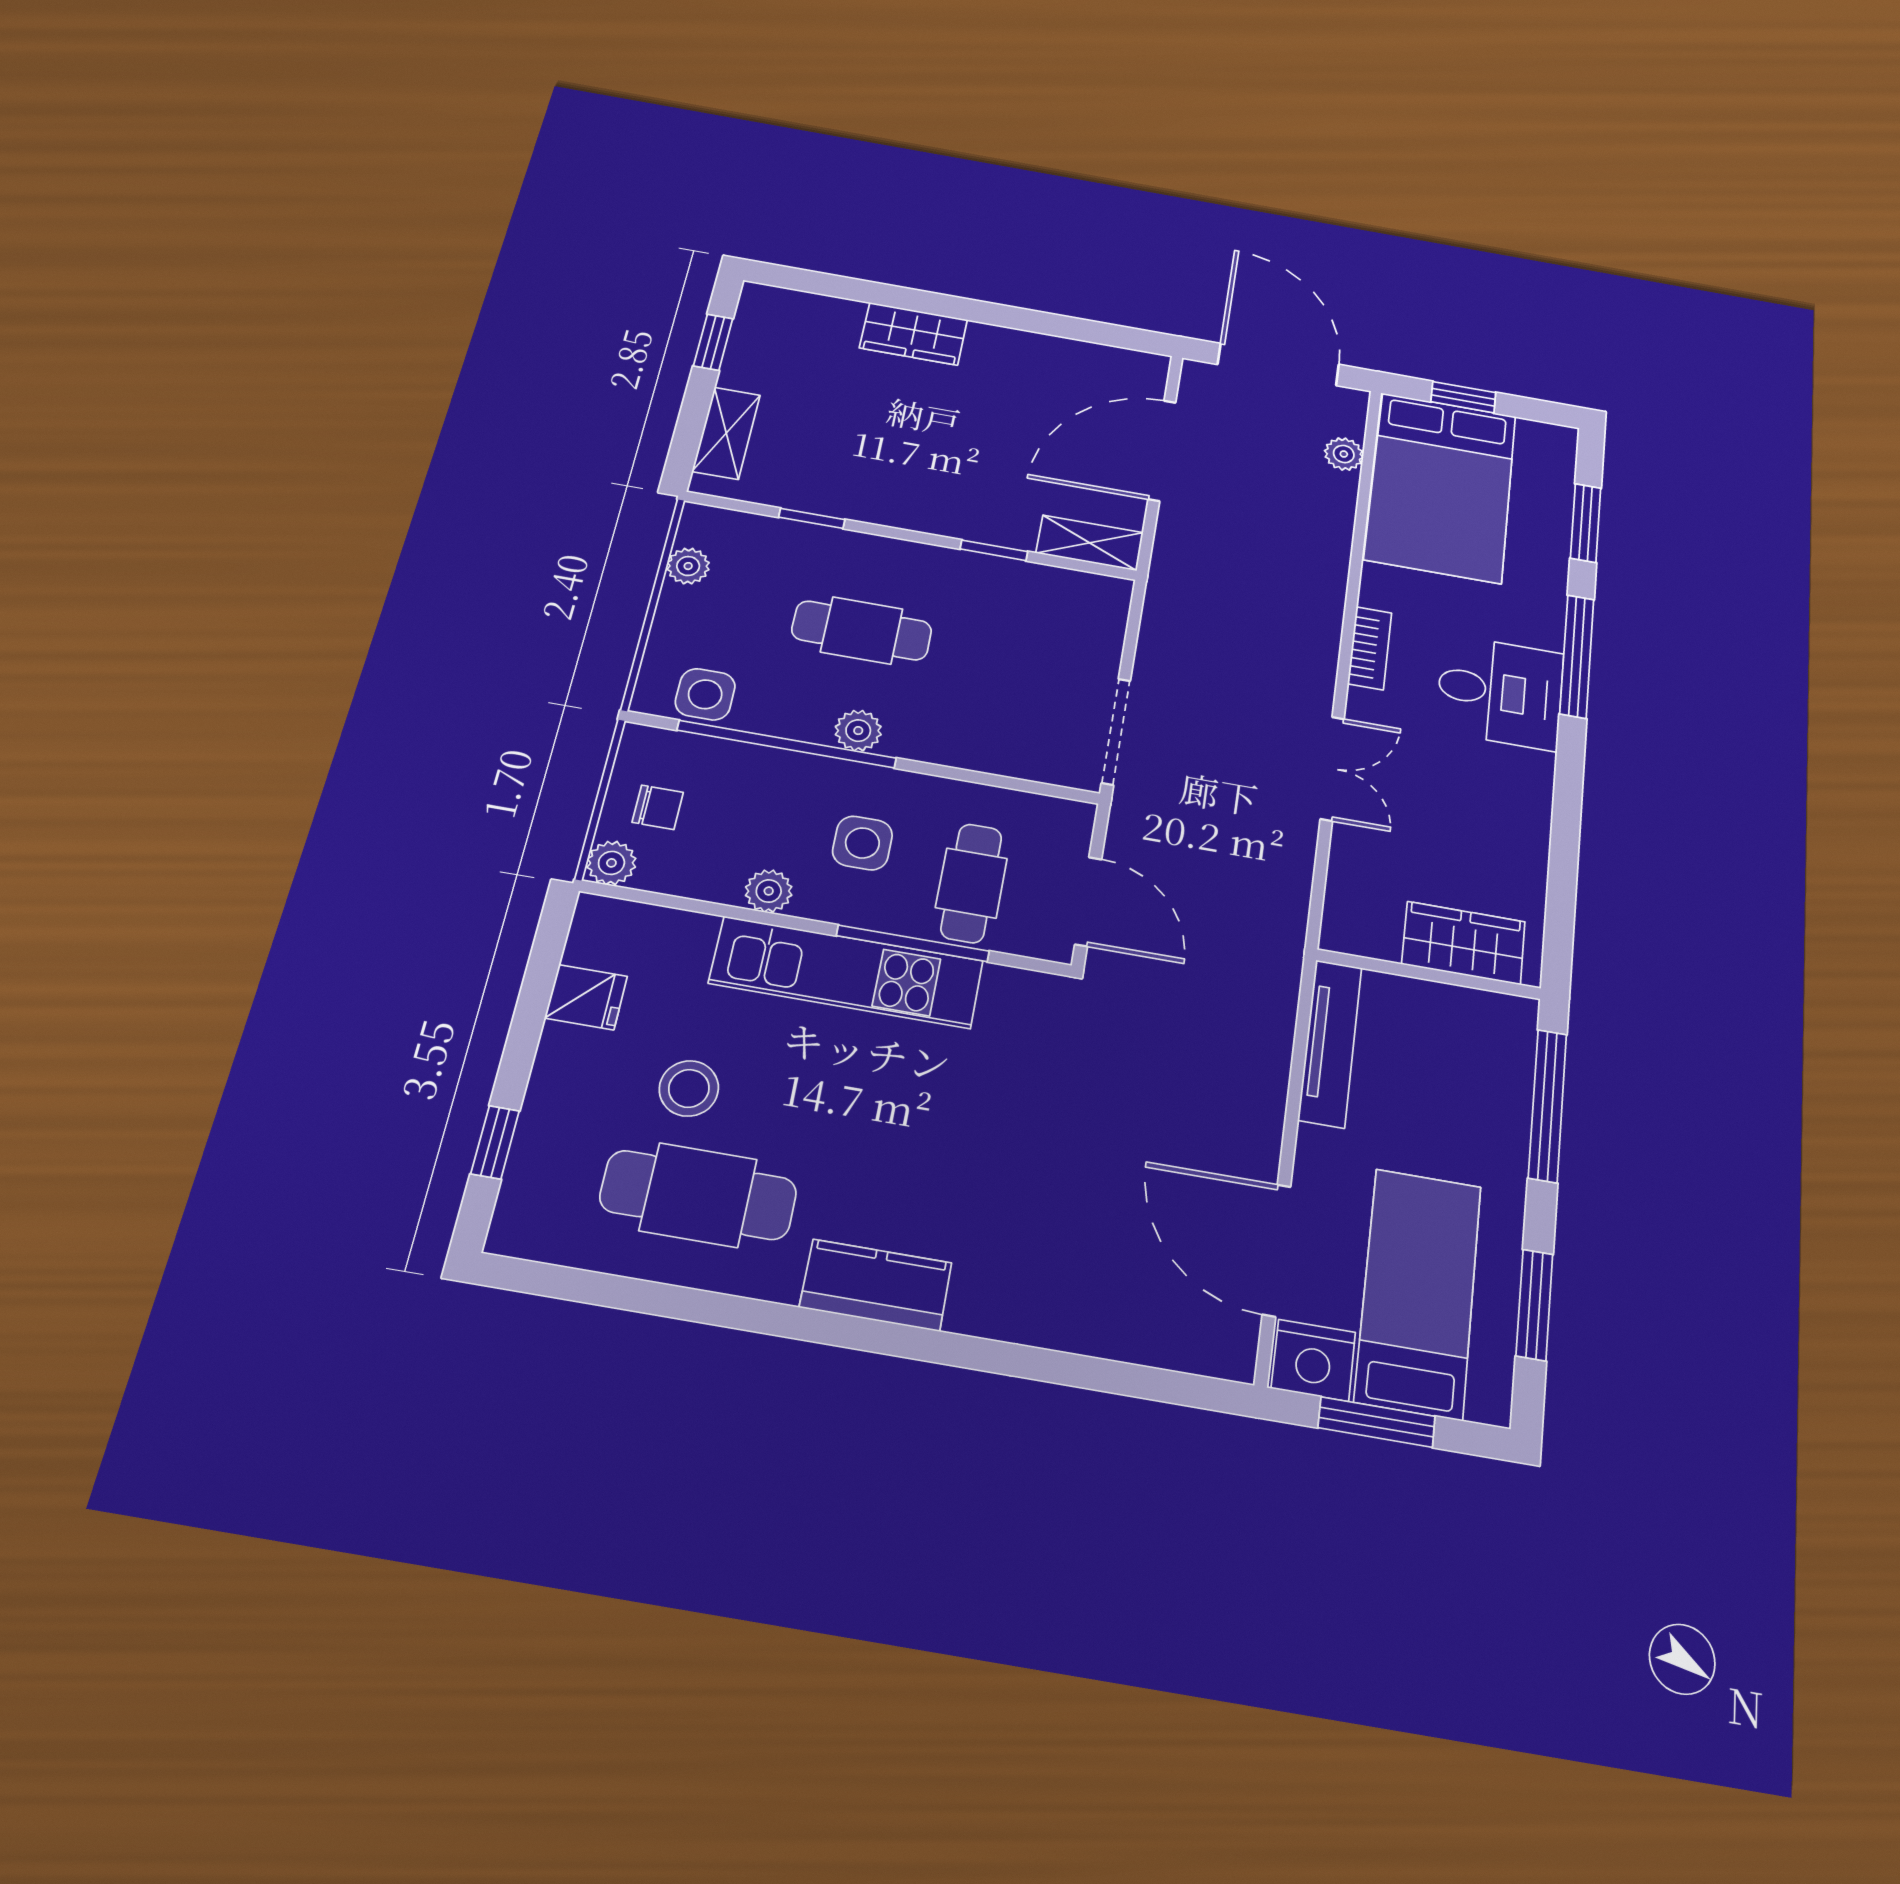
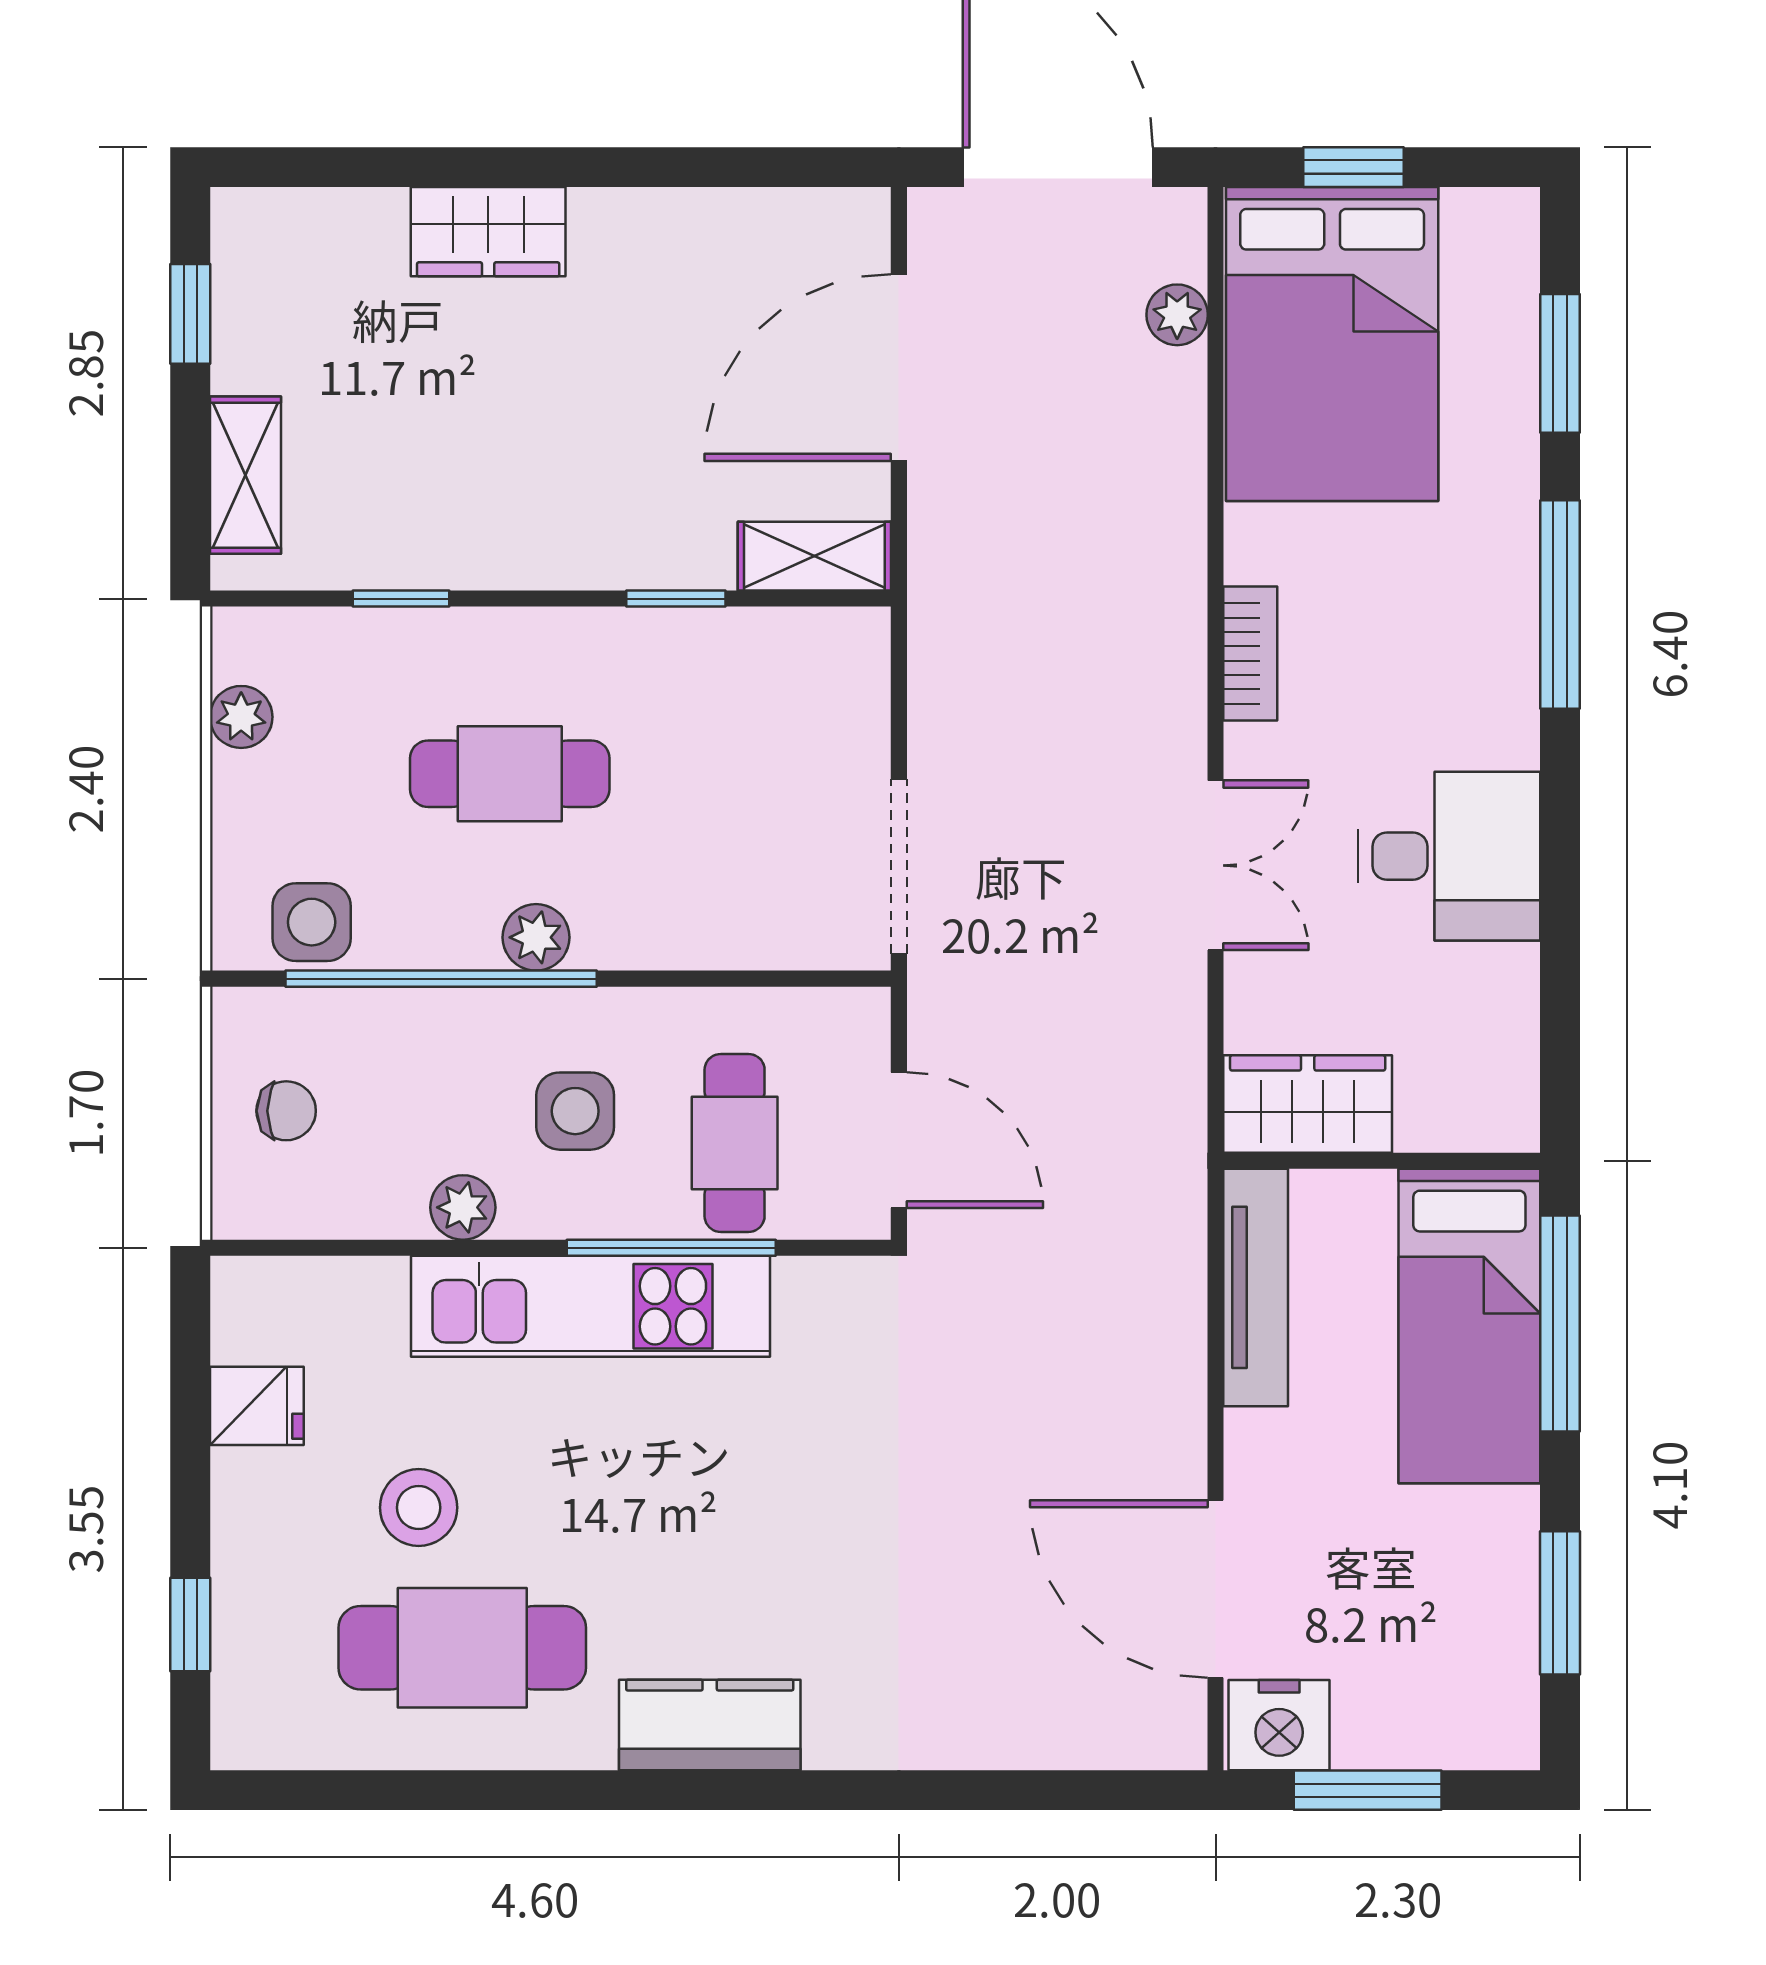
desk: (1500, 692) -> (1449, 856), moved
plant: (611, 863) -> (244, 1206), removed
wardrobe: (1464, 943) -> (1308, 1104), moved
bed: (1418, 1292) -> (1469, 1326), moved, turned 180

